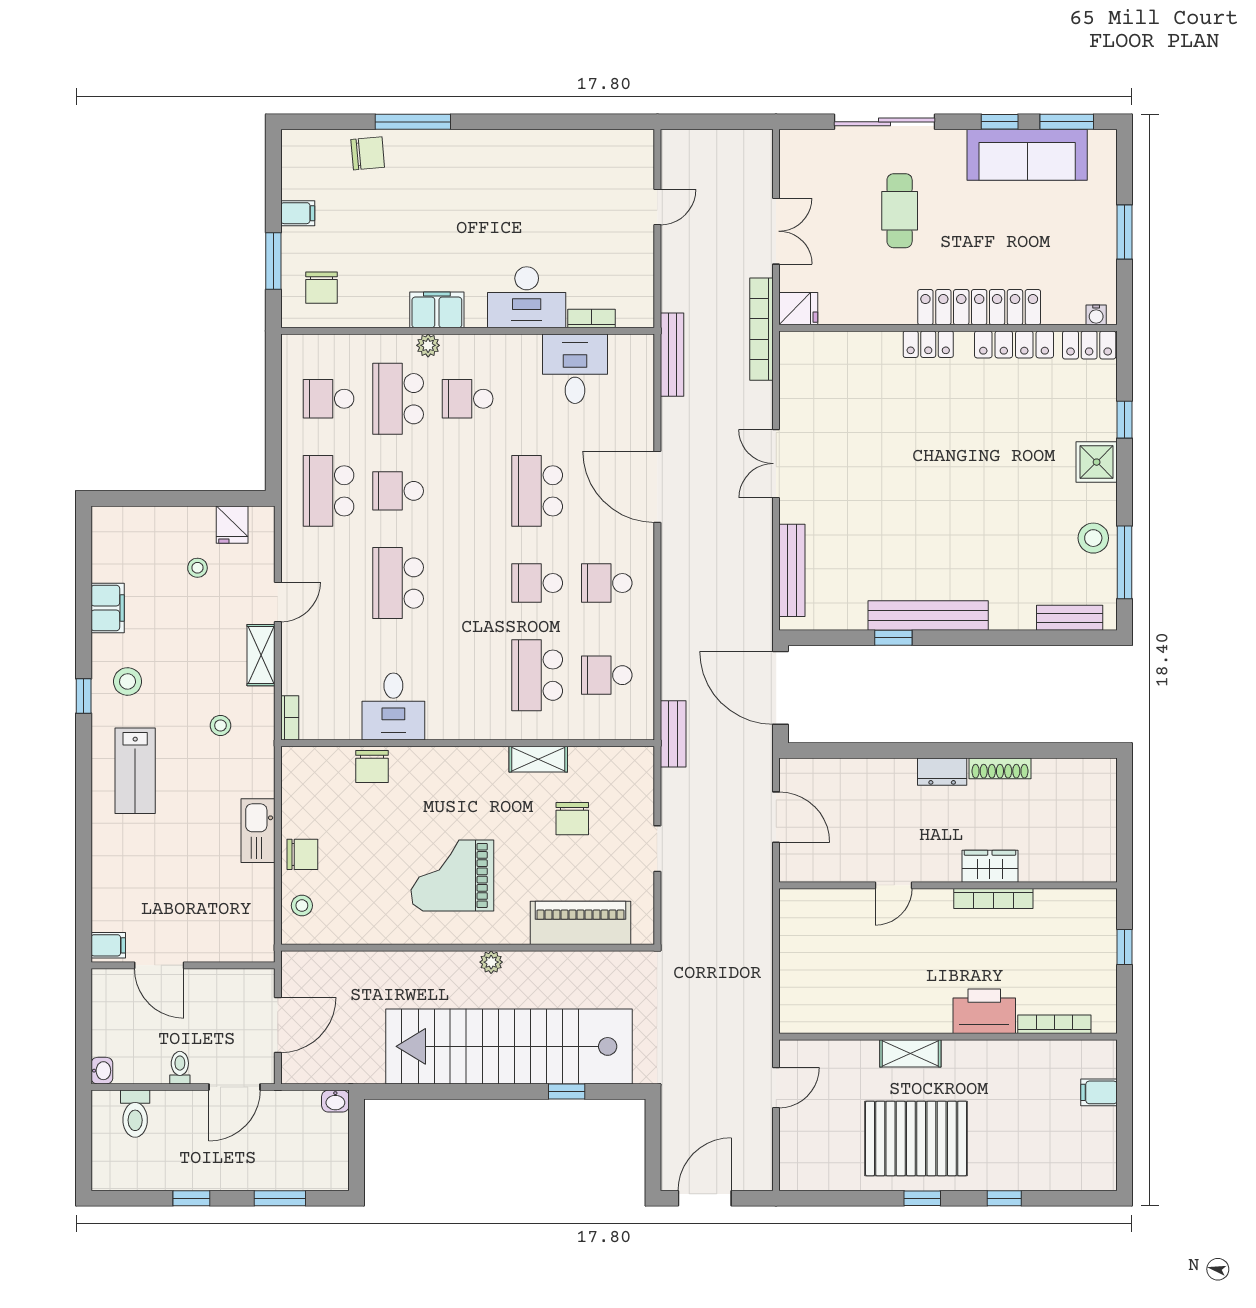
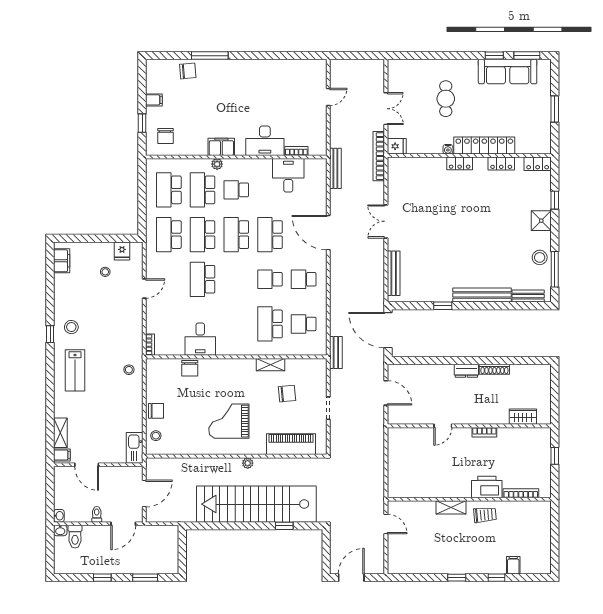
sliding door: (885, 122) -> (438, 56), removed
window: (273, 261) -> (142, 123), width x0.67
water cooler: (1096, 315) -> (448, 149), moved
locker: (1014, 344) -> (501, 164), width x0.66
school desk: (329, 399) -> (169, 190), width x1.85
school desk: (398, 491) -> (203, 235), width x1.85
school desk: (468, 491) -> (236, 235), added
filing cabinet: (108, 608) -> (62, 261), moved
bench: (928, 615) -> (482, 295), moved
shelving: (261, 655) -> (60, 433), moved
stool: (220, 725) -> (129, 370), moved
chair: (572, 819) -> (287, 394), turned -95
kitchen sink: (258, 831) -> (135, 448), moved
wardrobe: (990, 866) -> (523, 417), moved
bookcase: (993, 898) -> (484, 432), width x0.64
trolley: (980, 1069) -> (485, 515), added
door: (776, 1088) -> (386, 524), hinge flipped
filing cabinet: (1099, 1092) -> (513, 565), moved, turned 90
washbasin: (335, 1101) -> (60, 530), moved
pallet: (916, 1138) -> (454, 549), removed

